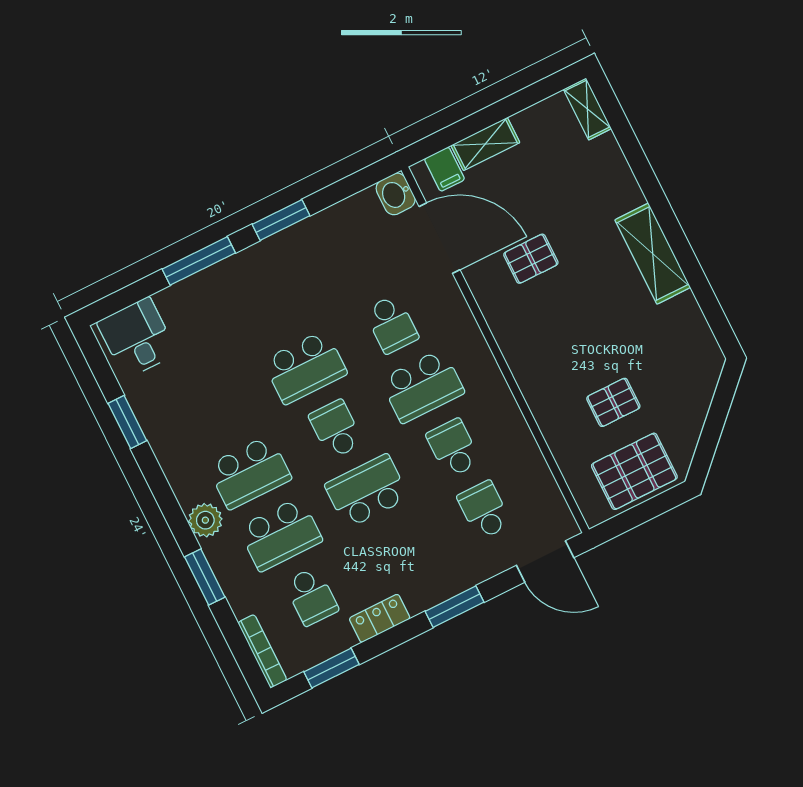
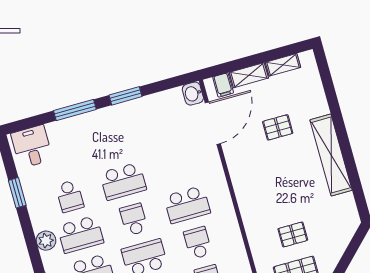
shelving: (587, 109) -> (283, 65), moved, turned 90
door: (439, 238) -> (213, 123), hinge flipped
shelving: (653, 254) -> (331, 155), width x1.47
pallet: (531, 259) -> (278, 127), moved
school desk: (391, 324) -> (70, 196), moved
plant: (205, 520) -> (46, 241), moved

